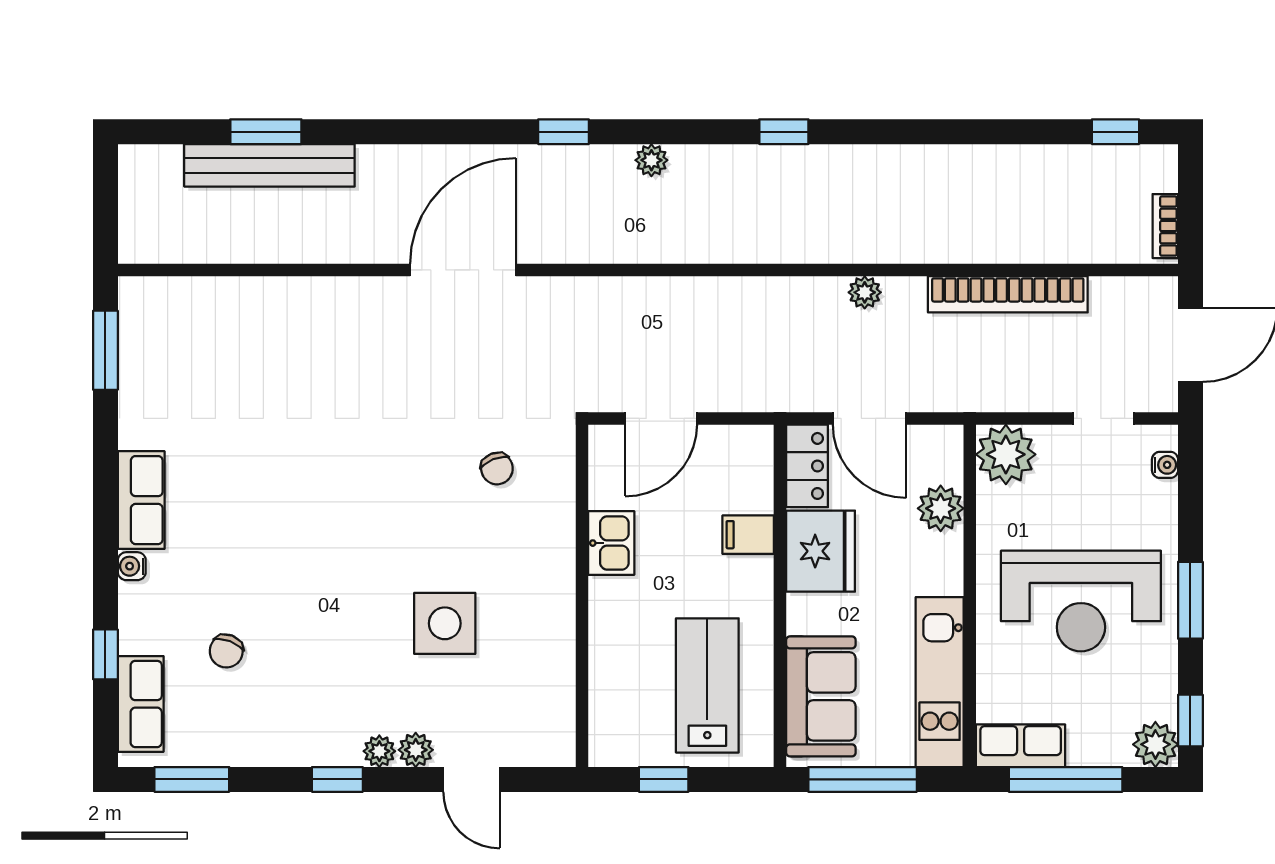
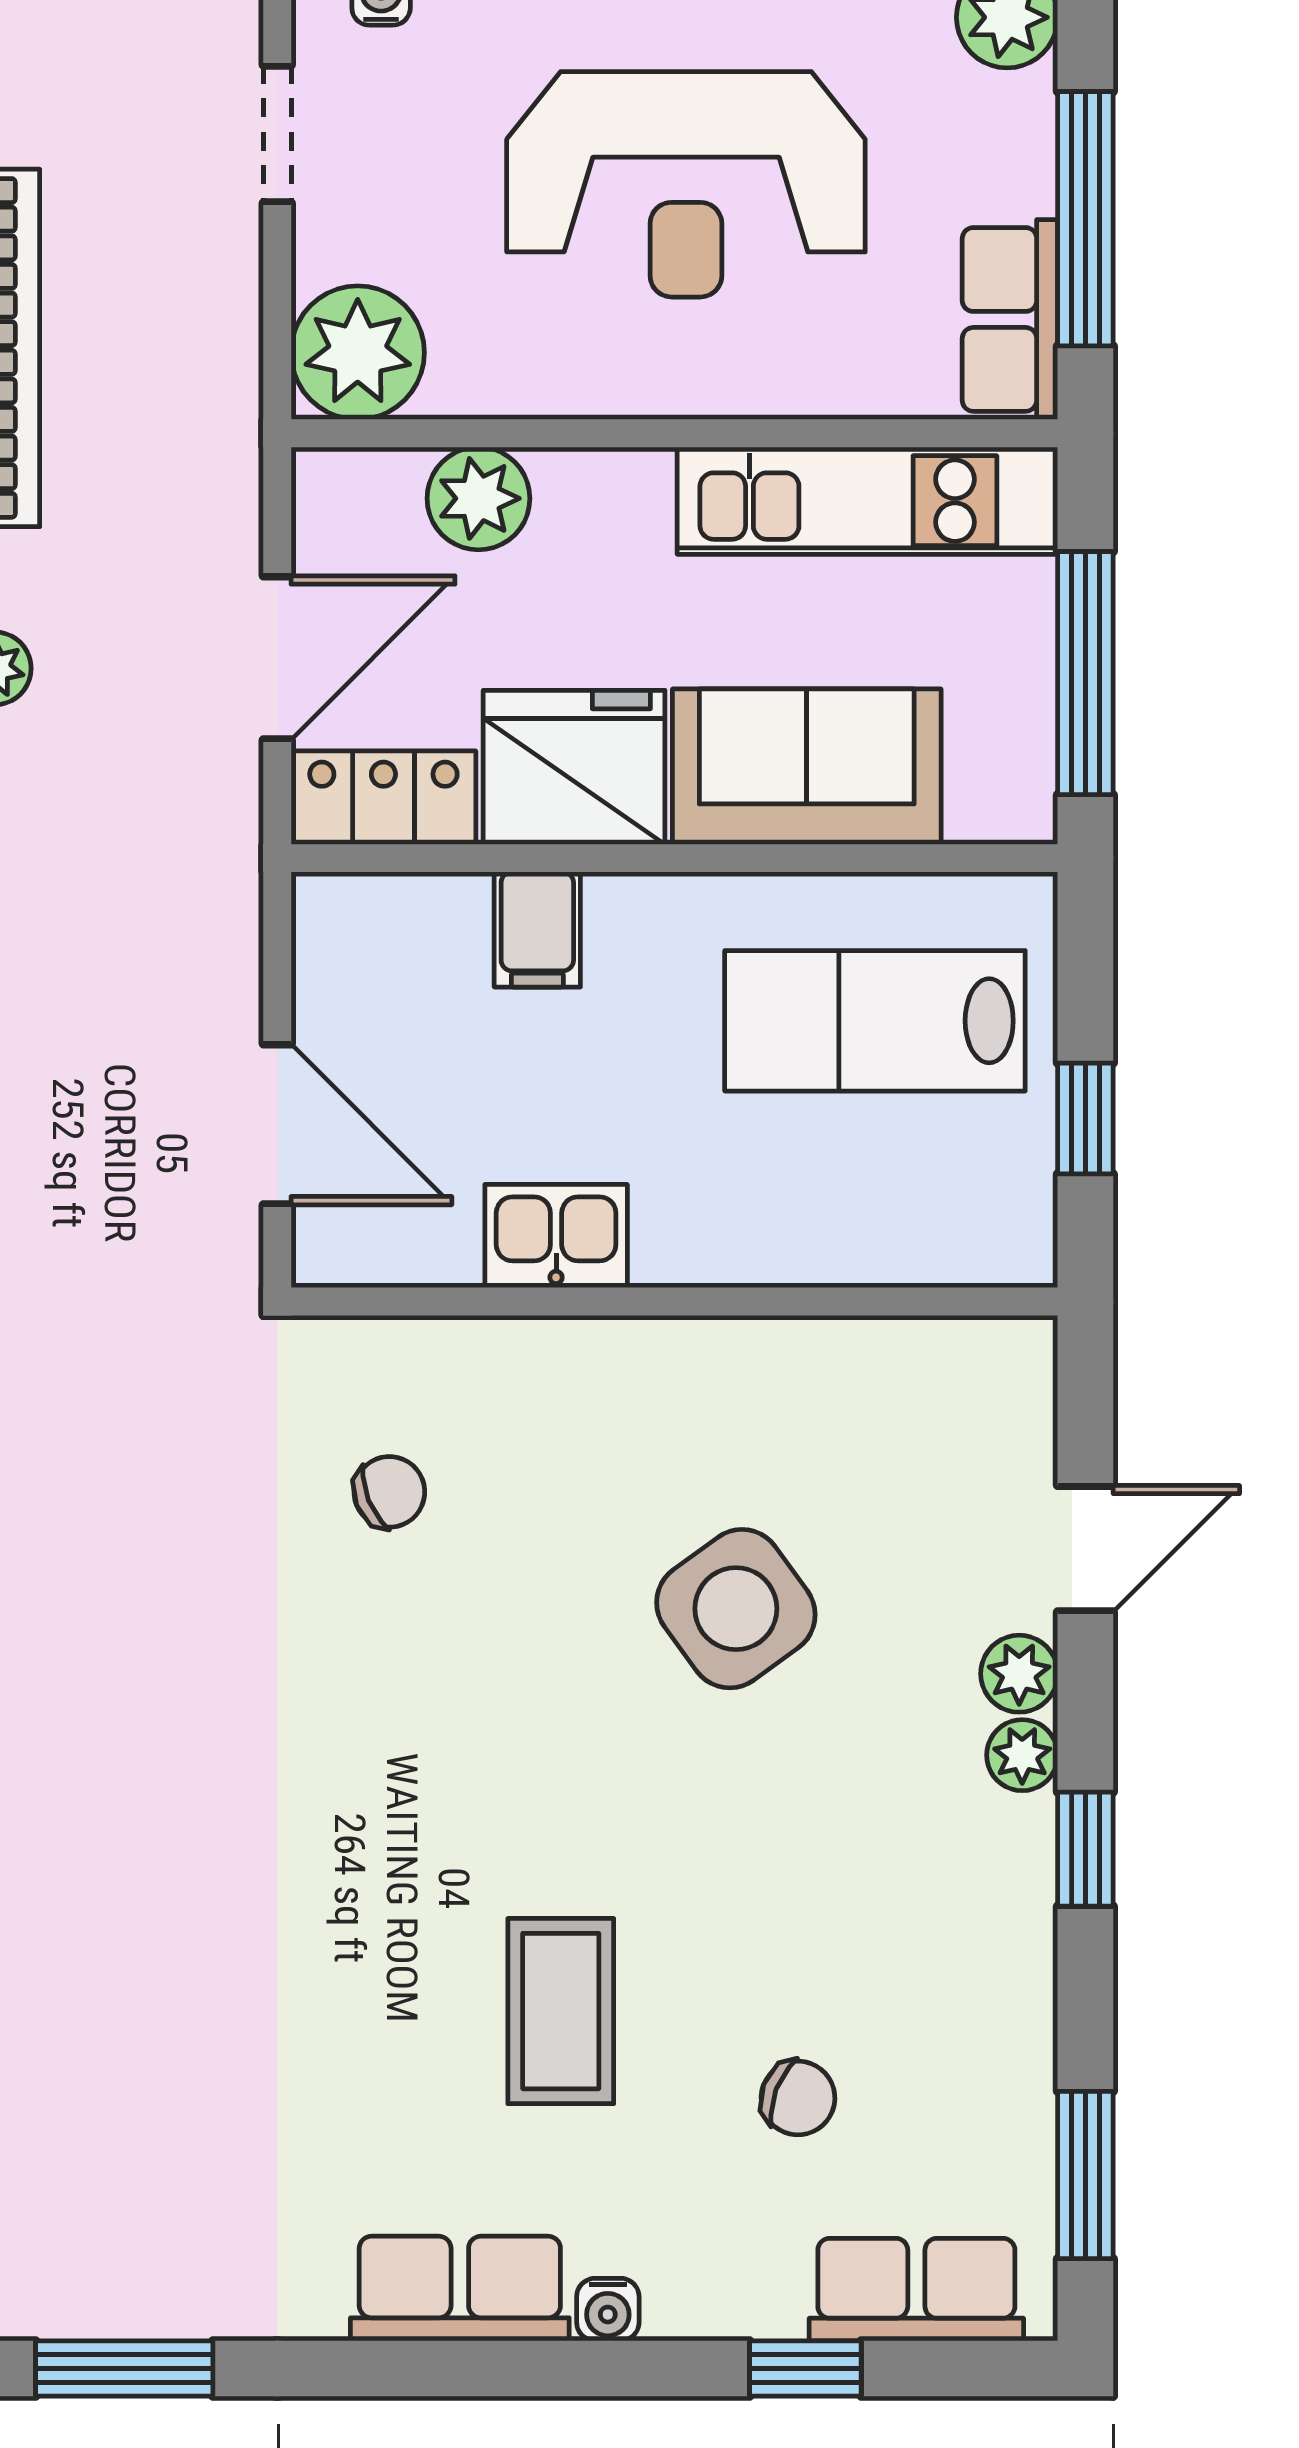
coffee table: (265, 545) -> (561, 2011), added
reception desk: (1081, 601) -> (686, 184), turned 90
side table: (445, 623) -> (736, 1609), turned -36
sofa: (821, 696) -> (807, 767), moved

